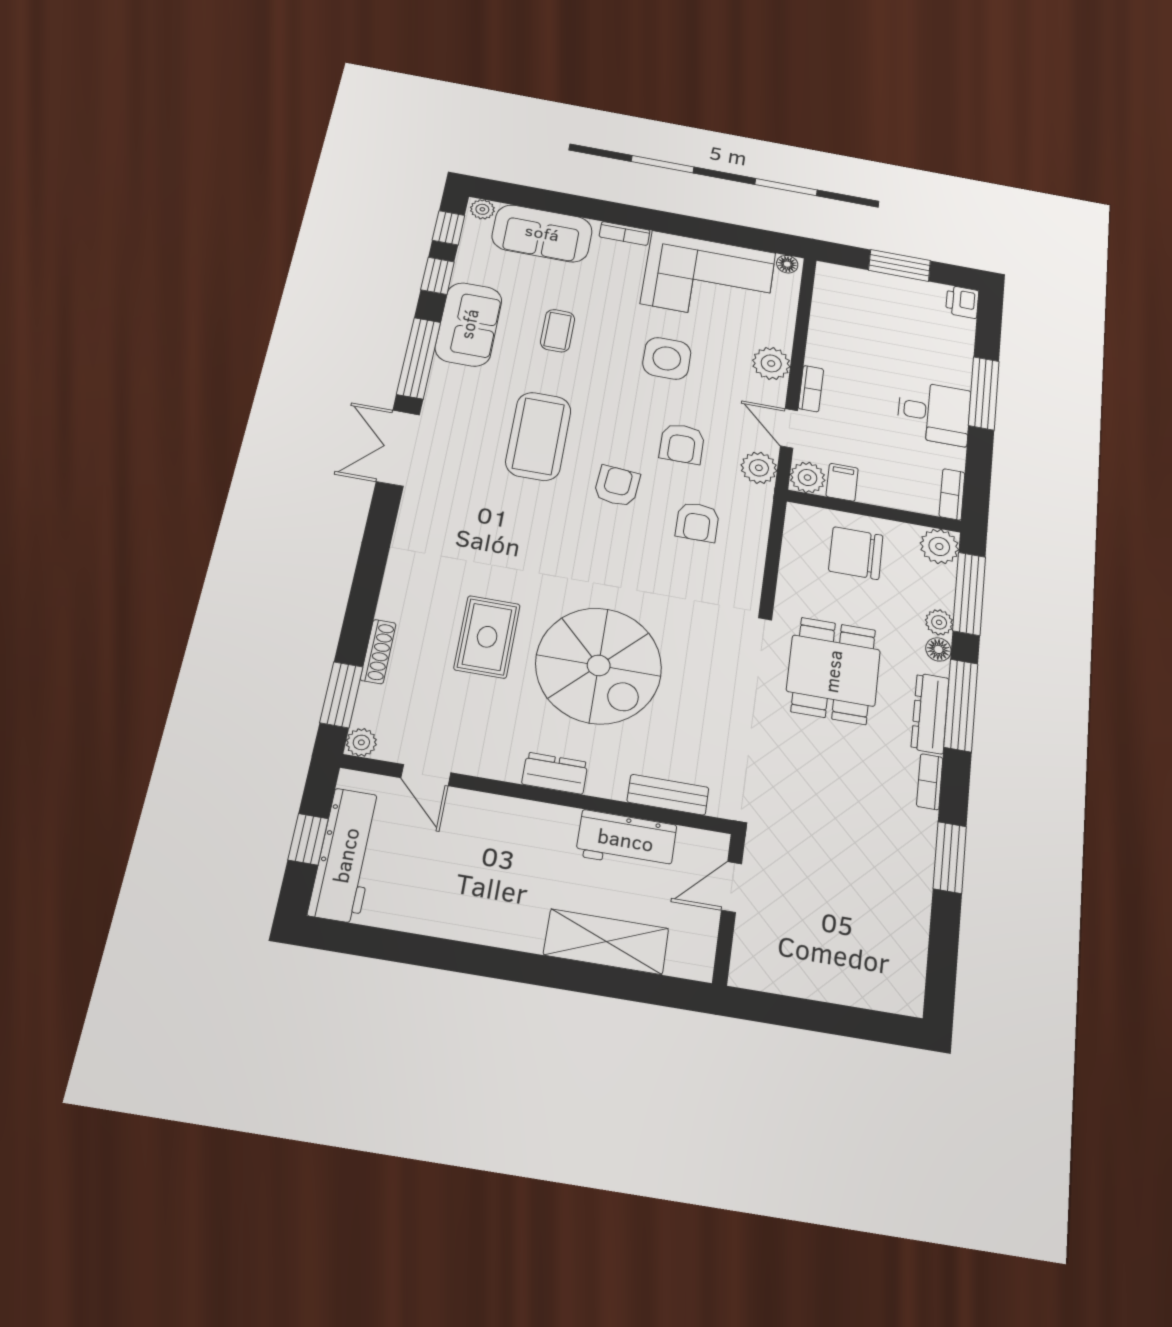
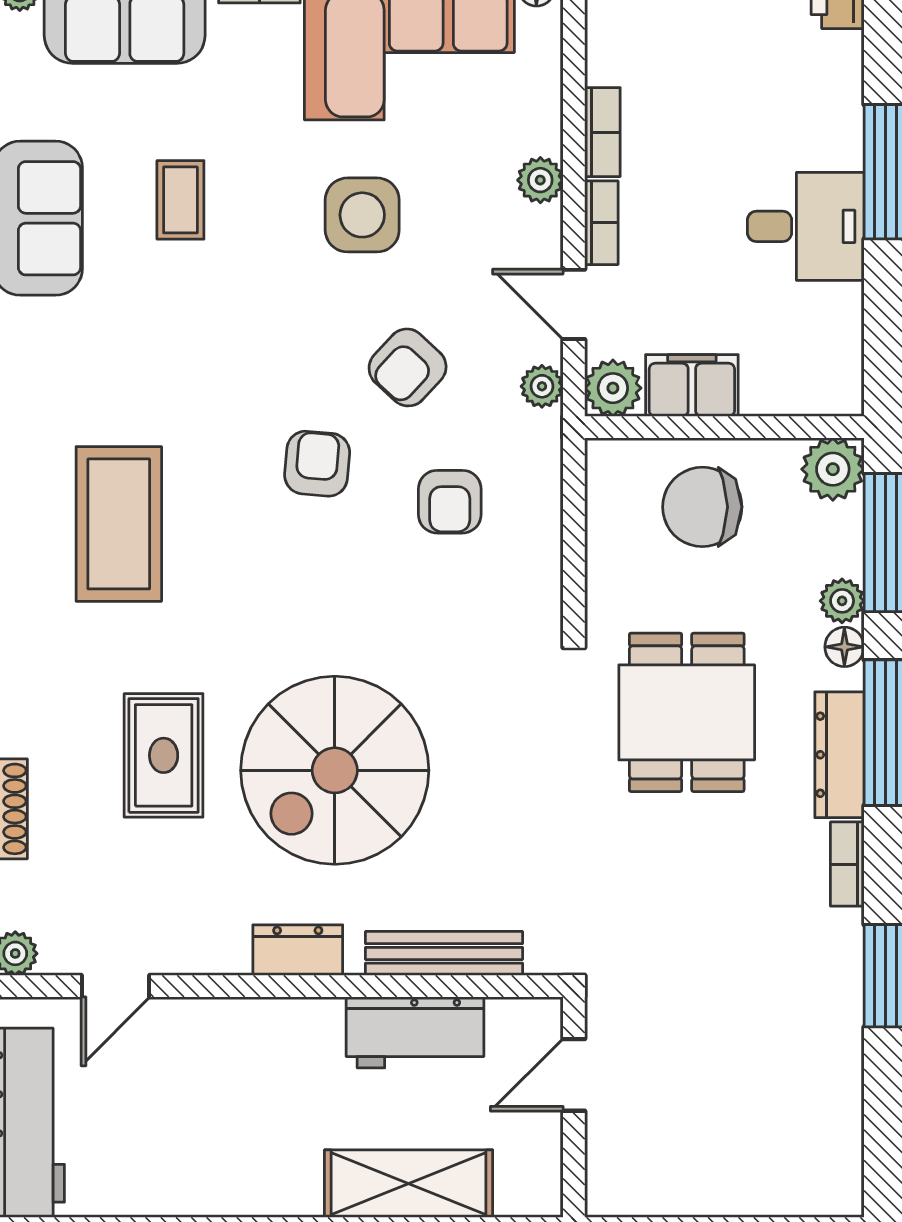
plant: (771, 363) -> (540, 180), width x0.73, depth x0.73
coffee table: (538, 436) -> (119, 524), moved
armchair: (682, 444) -> (408, 367), turned 43
plant: (759, 468) -> (542, 386), width x0.73, depth x0.73
filing cabinet: (842, 482) -> (692, 385), width x2.00
bookcase: (952, 494) -> (602, 132), moved, turned 180
spiral stairs: (599, 665) -> (335, 770), turned 90
door: (426, 775) -> (115, 986), hinge flipped
bench: (668, 795) -> (444, 953), width x1.36

